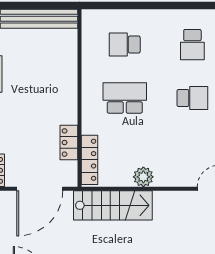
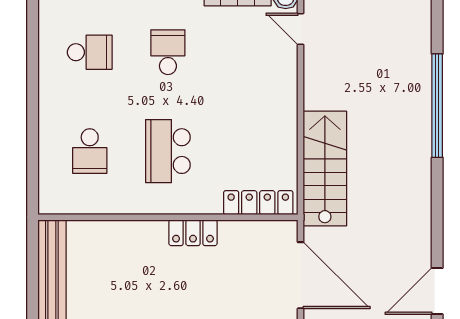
locker: (69, 143) -> (193, 233), moved
plant: (143, 177) -> (283, 124), removed

